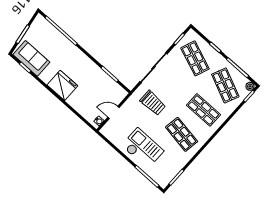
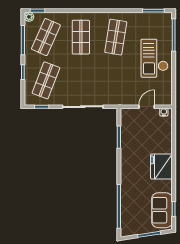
trolley: (153, 103) -> (111, 82), removed
door: (113, 112) -> (147, 107), swing flipped

